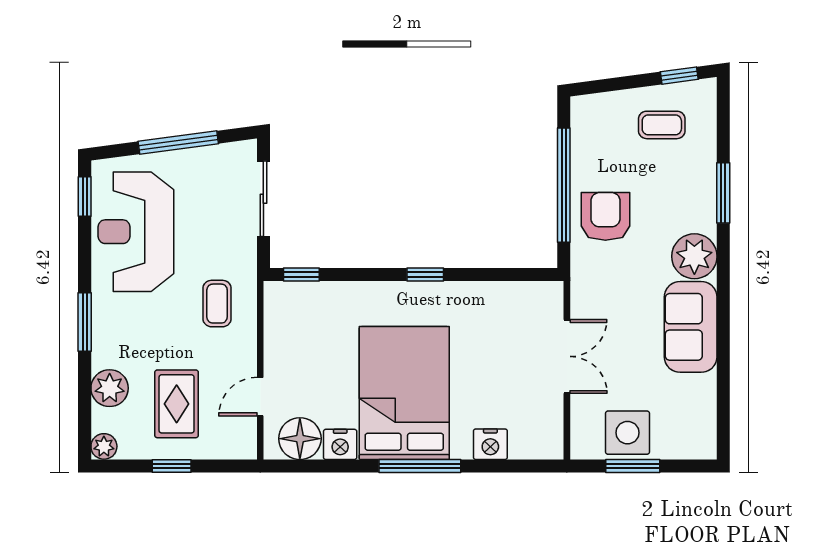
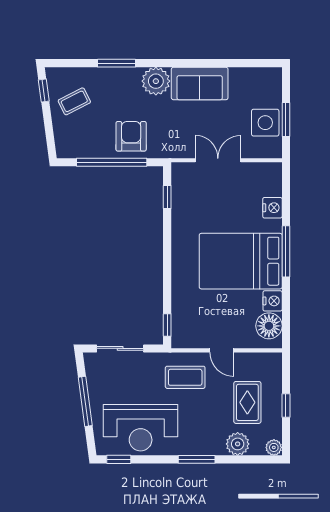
coffee table: (662, 125) -> (74, 101), turned 63
armchair: (605, 216) -> (131, 136), turned 90
window: (425, 274) -> (167, 197), moved
coffee table: (217, 304) -> (185, 377), width x1.36, depth x1.30
door: (260, 397) -> (222, 350), moved
rug: (177, 404) -> (247, 402), turned 90

